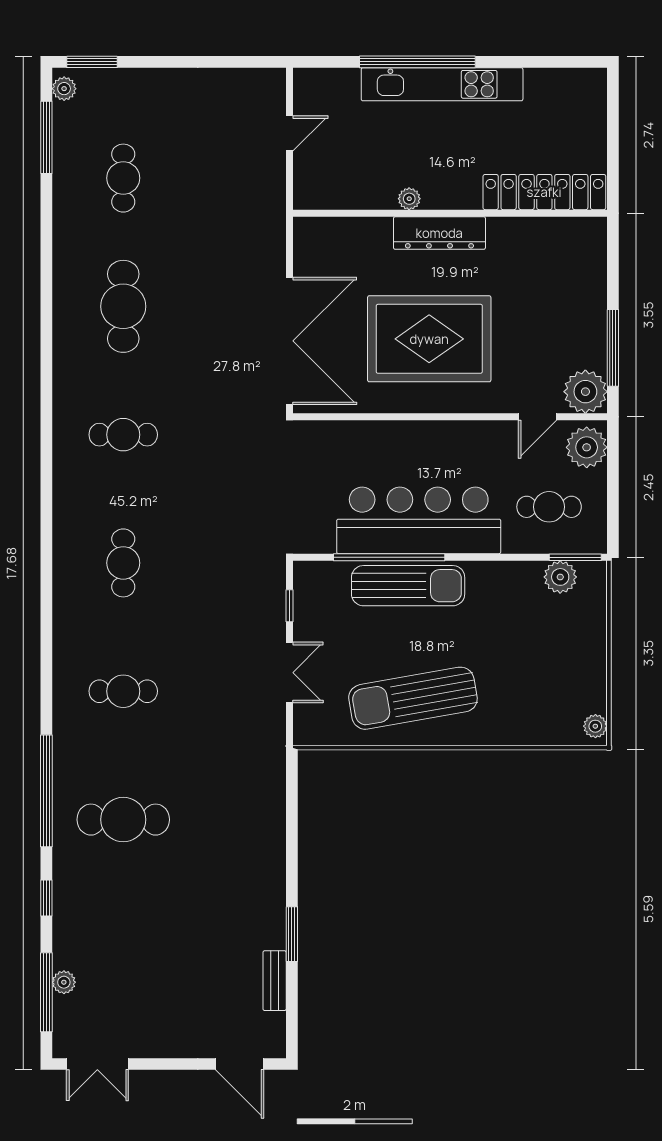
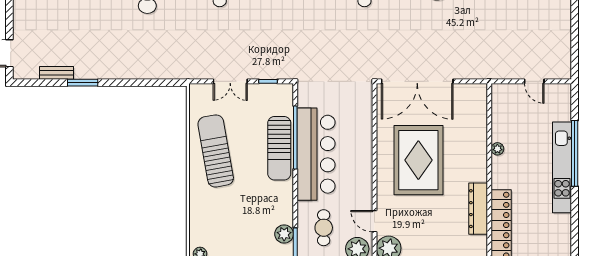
dresser: (439, 233) -> (478, 209), moved

